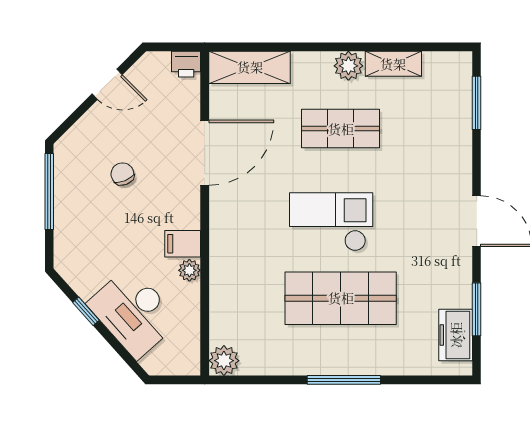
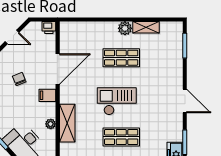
shelving: (250, 67) -> (67, 123), moved, turned 90
filing cabinet: (183, 244) -> (47, 95), moved
shop shelf: (341, 298) -> (121, 137), width x0.70, depth x0.74

